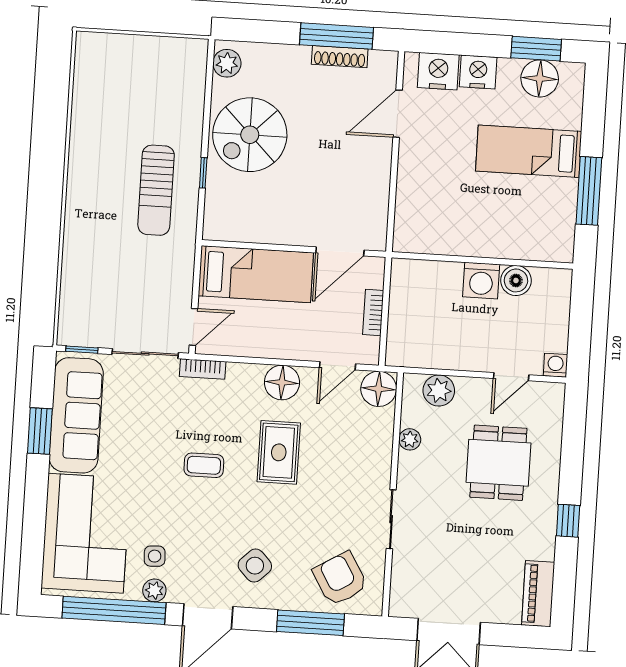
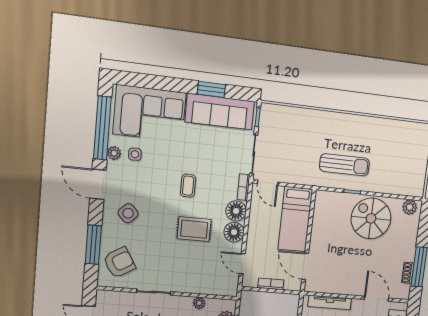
shoe rack: (340, 57) -> (408, 273), width x0.70
sun lounger: (156, 190) -> (345, 165), turned 180
tv unit: (406, 202) -> (330, 302), added
floor lamp: (379, 389) -> (236, 211), moved

